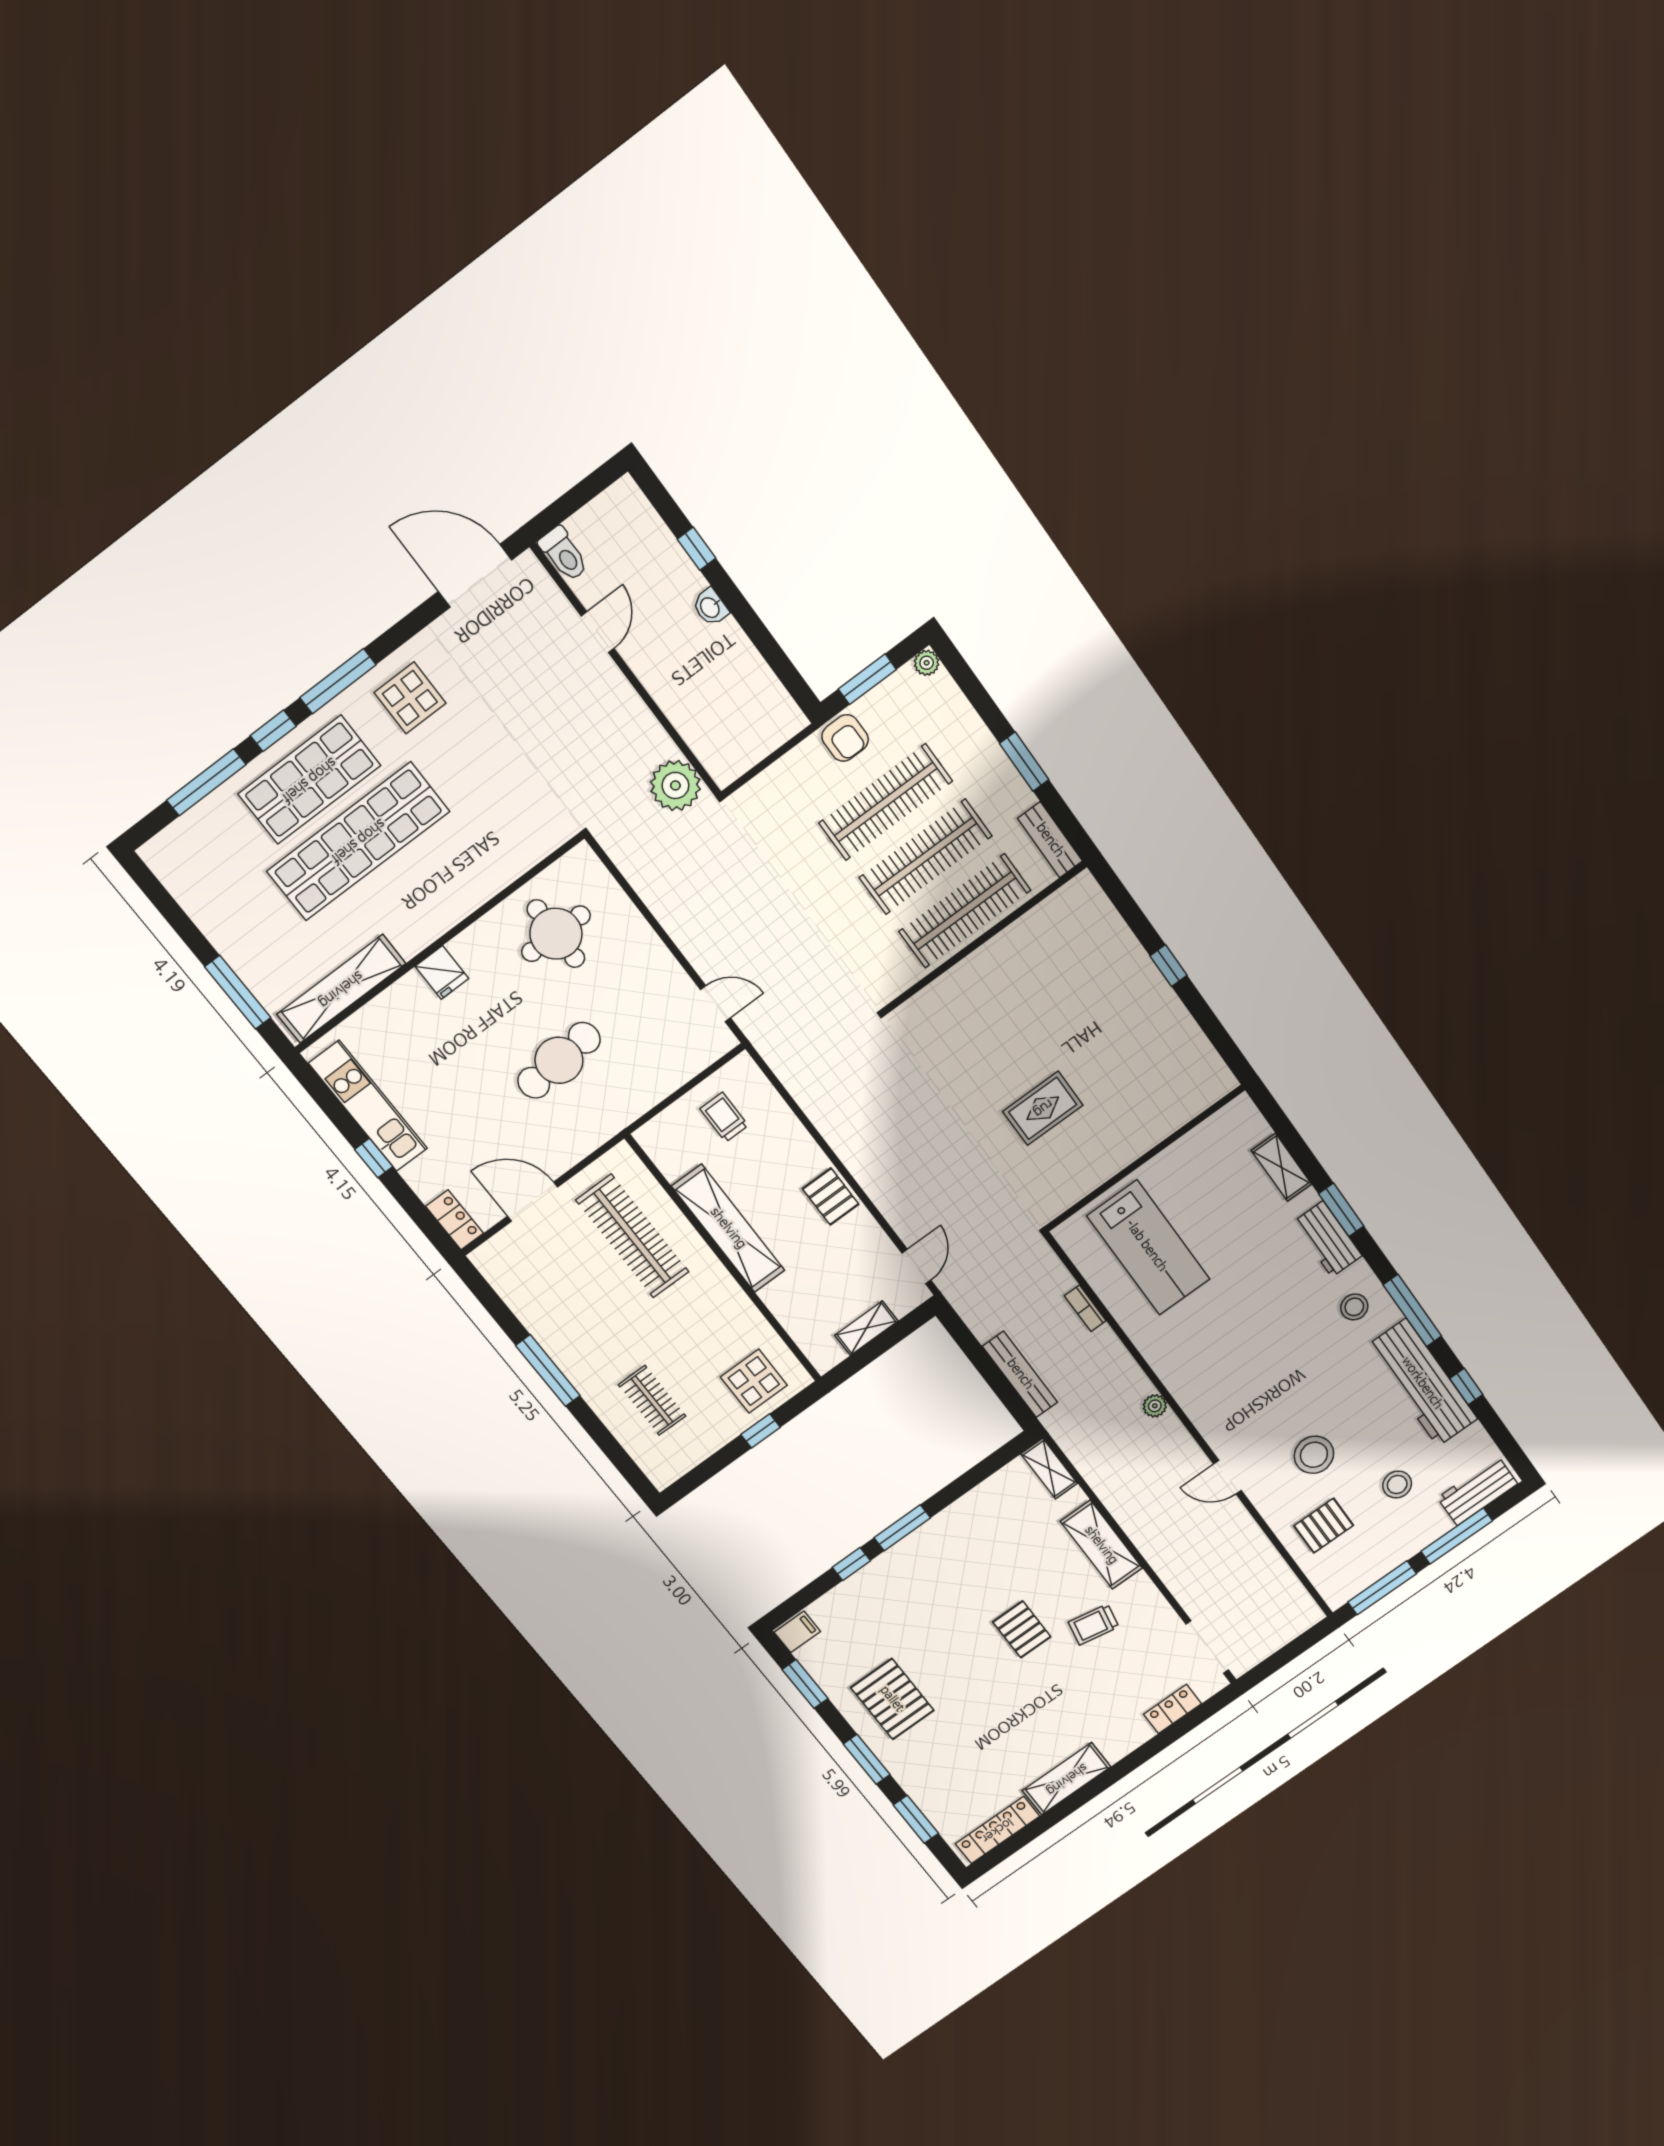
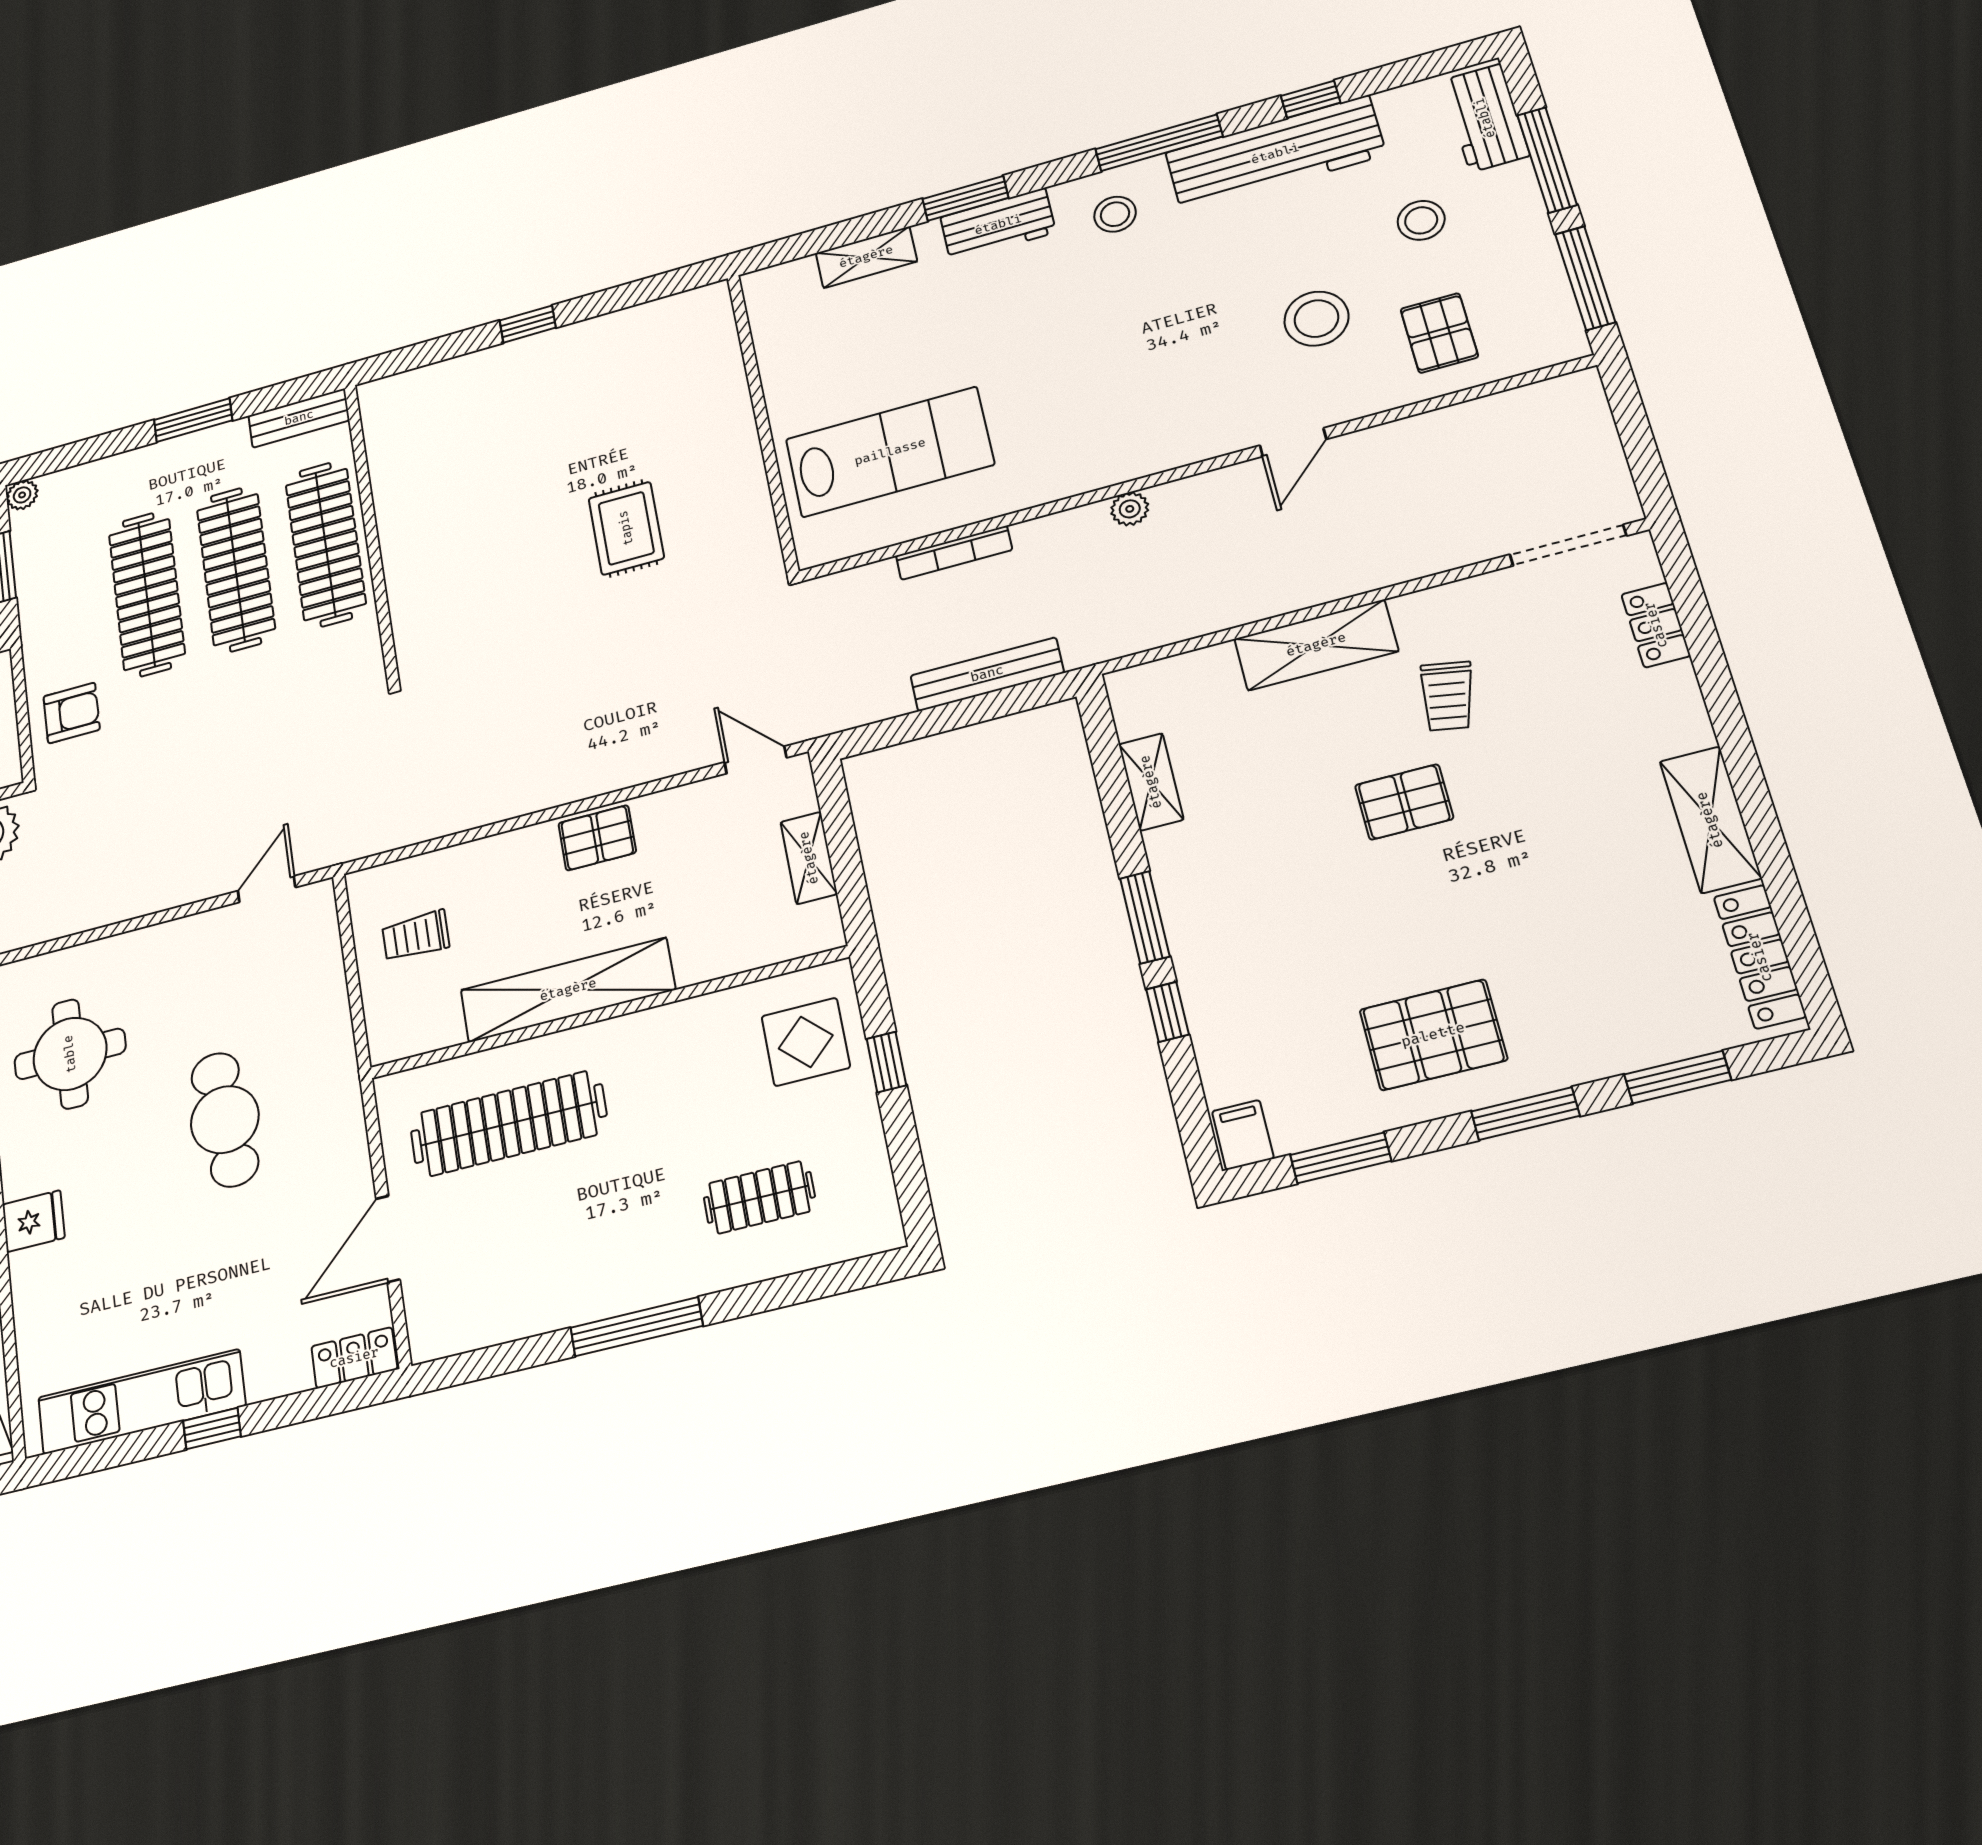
armchair: (845, 738) -> (72, 713), moved
bookcase: (1085, 1308) -> (954, 553), width x1.56
shelving: (1049, 1469) -> (1151, 782), moved, turned 90

